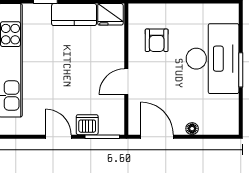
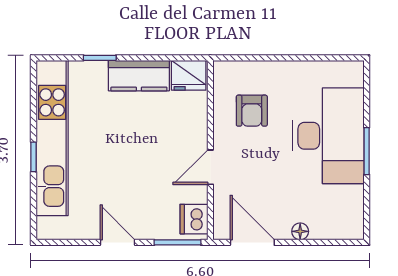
dishwasher: (87, 125) -> (194, 219), moved, turned -90

